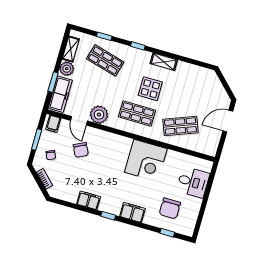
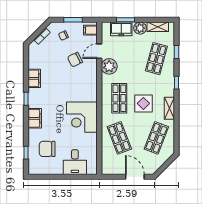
shop shelf: (192, 85) -> (156, 138), added
freezer: (60, 94) -> (121, 29), width x0.71

